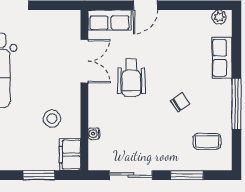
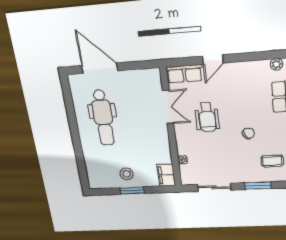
stool: (52, 119) -> (127, 174), moved
window: (39, 175) -> (132, 191), moved

